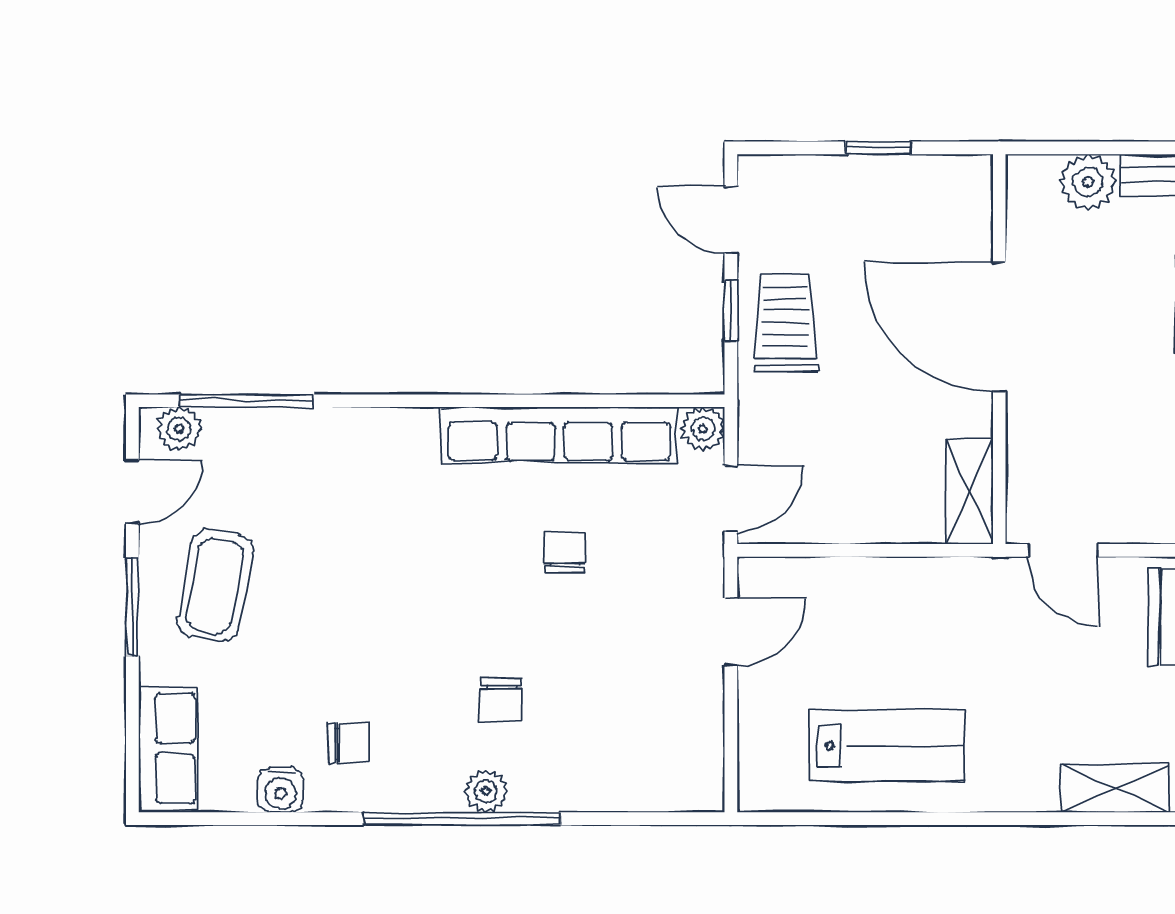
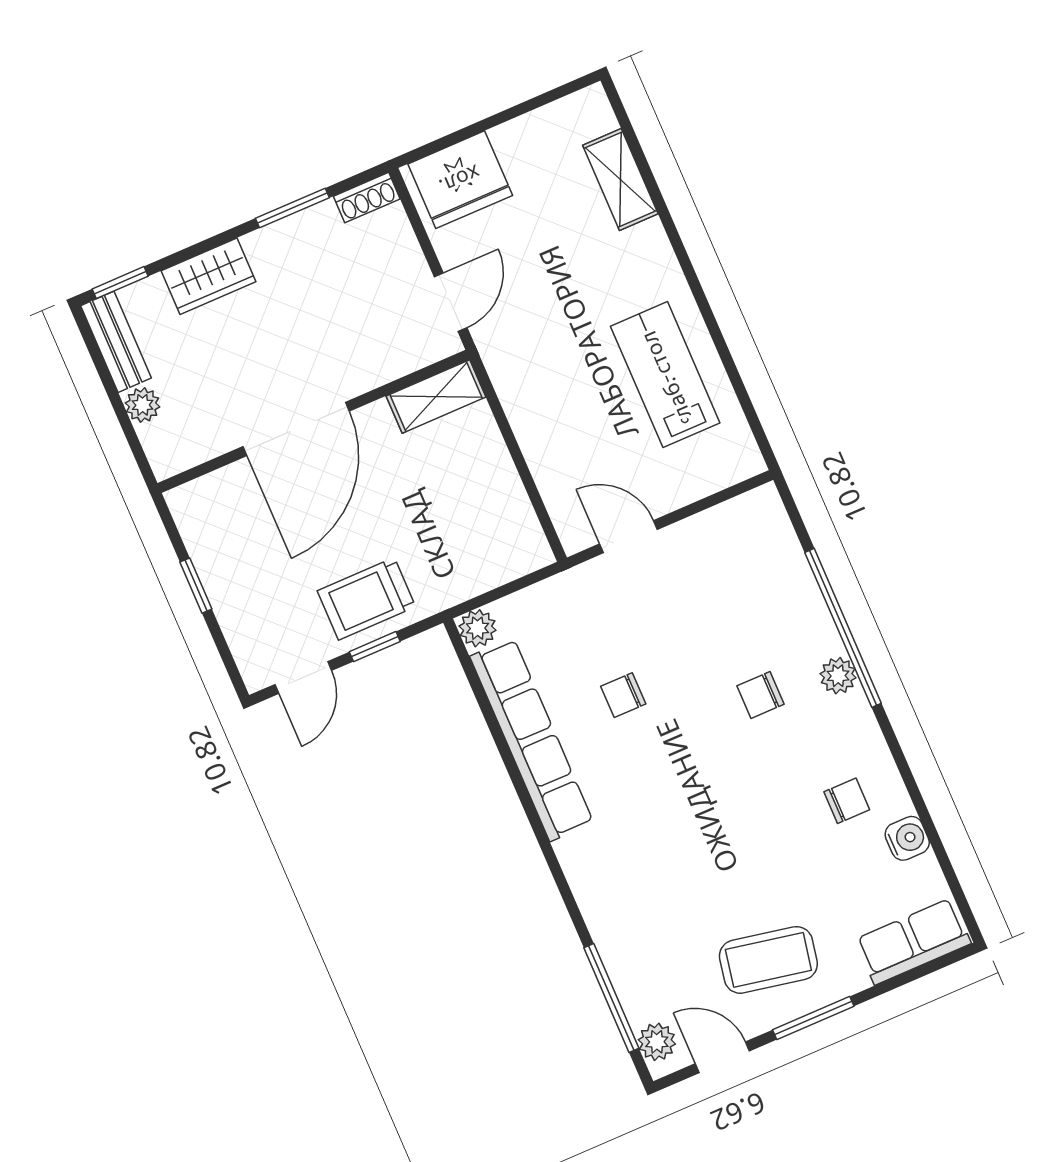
plant: (1088, 182) -> (143, 405), width x0.73, depth x0.73
door: (731, 499) -> (523, 582), removed
chair: (501, 700) -> (761, 695), turned 180
chair: (349, 743) -> (847, 801), turned 91
window: (462, 819) -> (843, 628), moved

